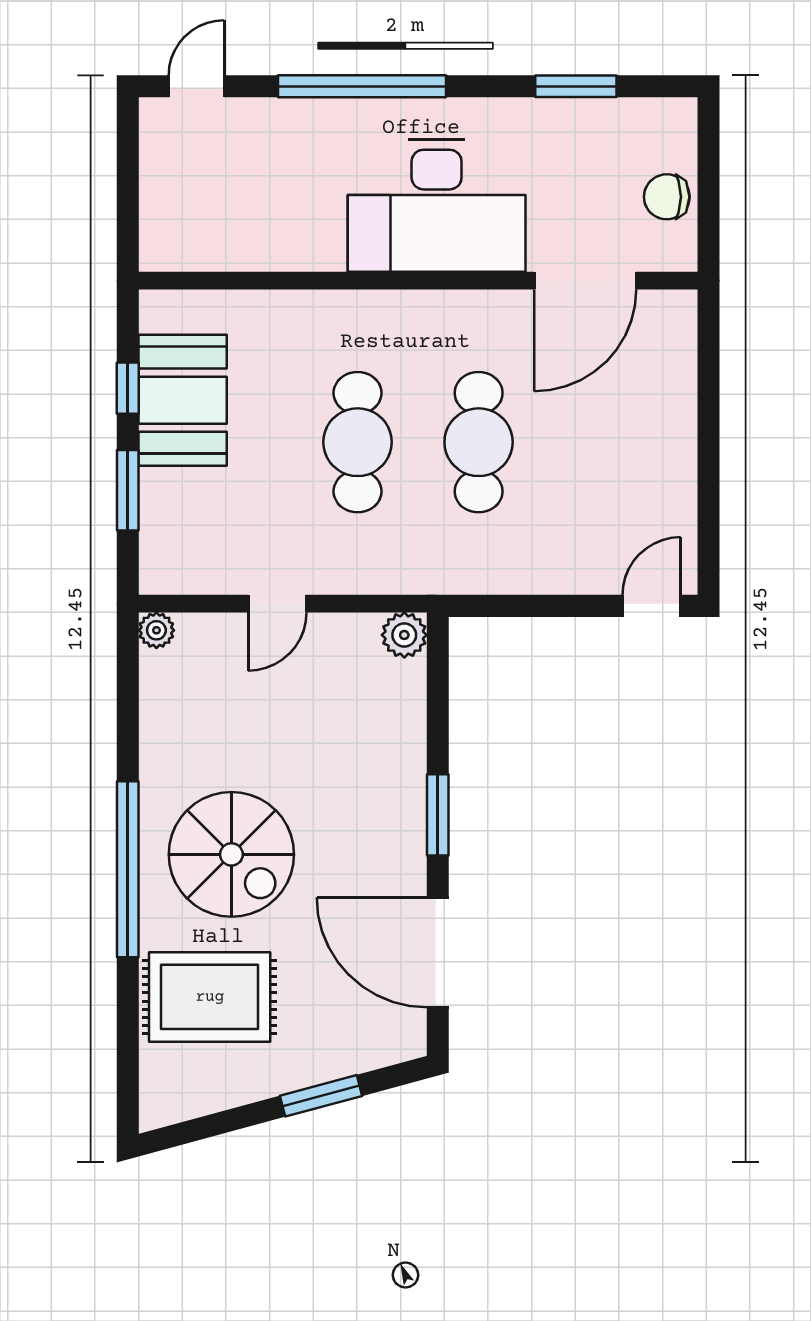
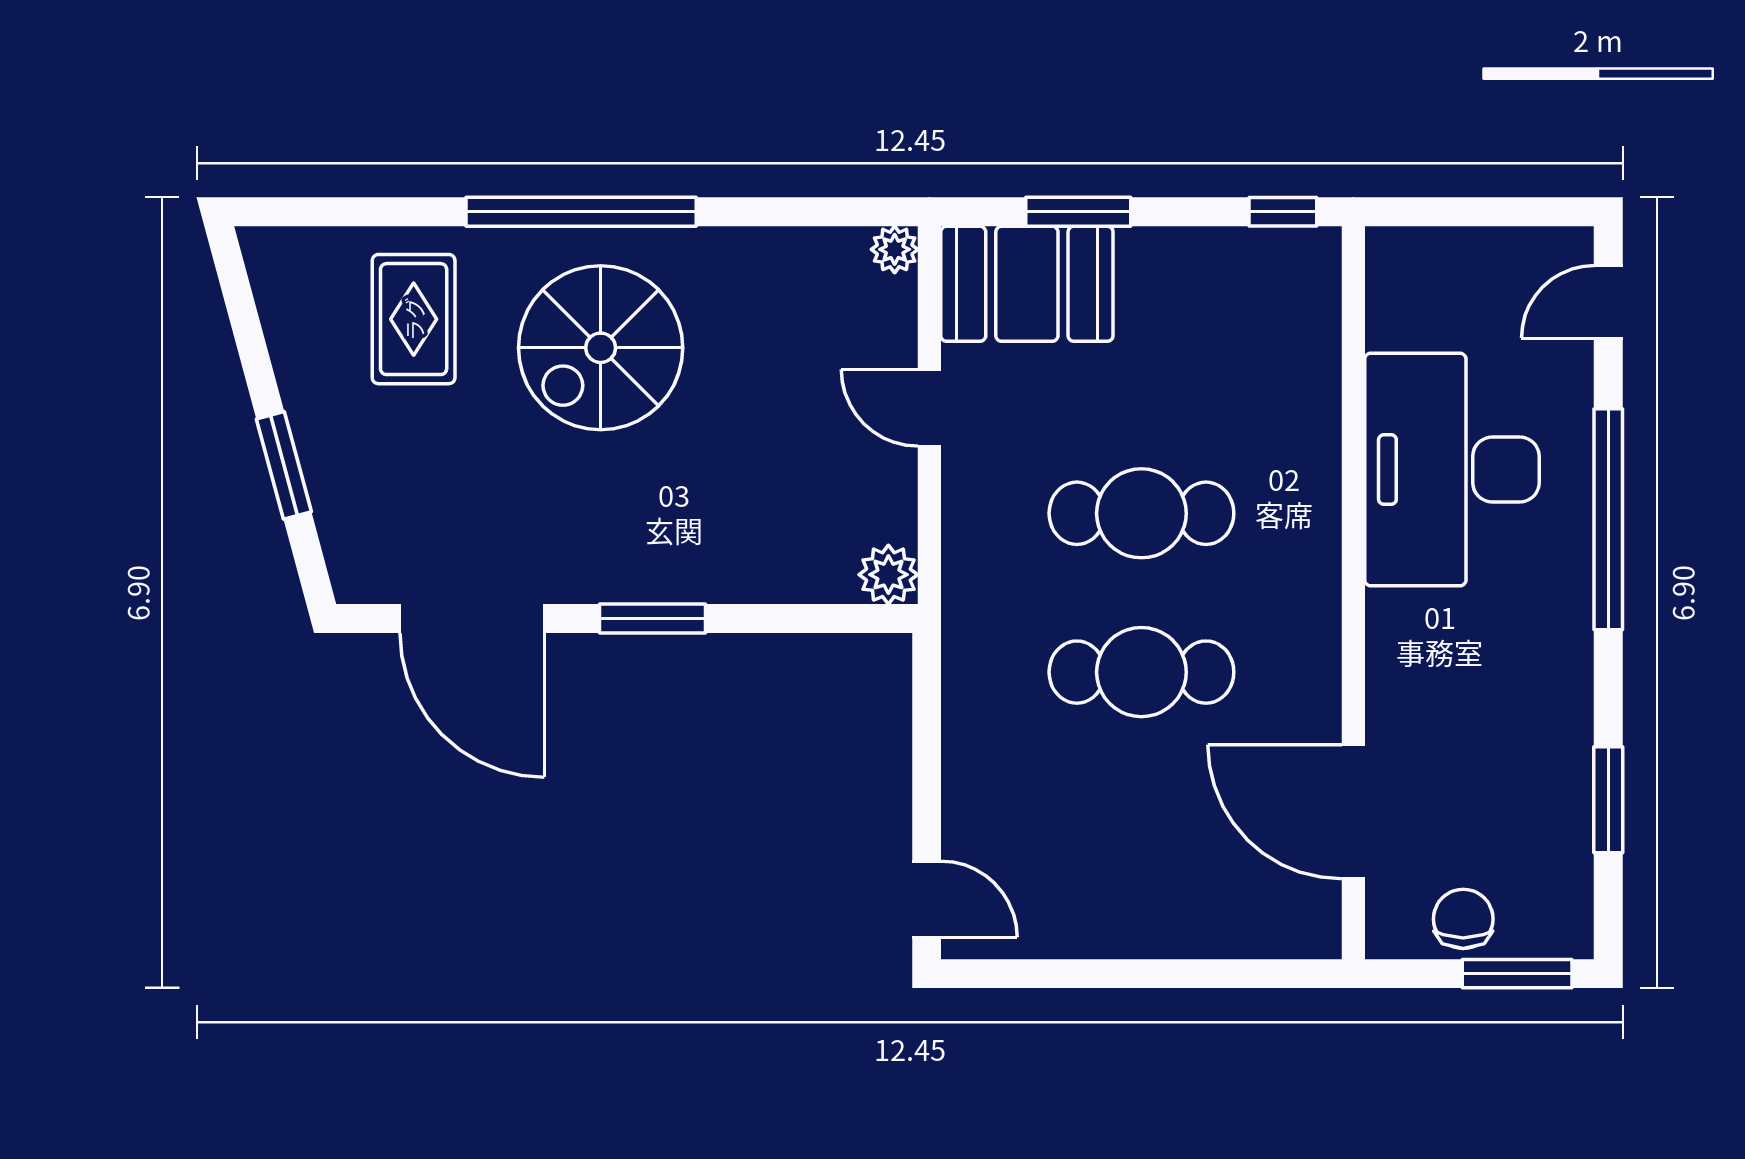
door: (196, 86) -> (1608, 302), swing flipped
window: (708, 156) -> (1517, 974), added
desk: (437, 205) -> (1452, 470), moved
window: (128, 388) -> (1283, 212), moved
booth: (183, 400) -> (1027, 284), moved
door: (438, 952) -> (472, 618), swing flipped
rug: (210, 997) -> (414, 319), width x0.73, depth x0.70

